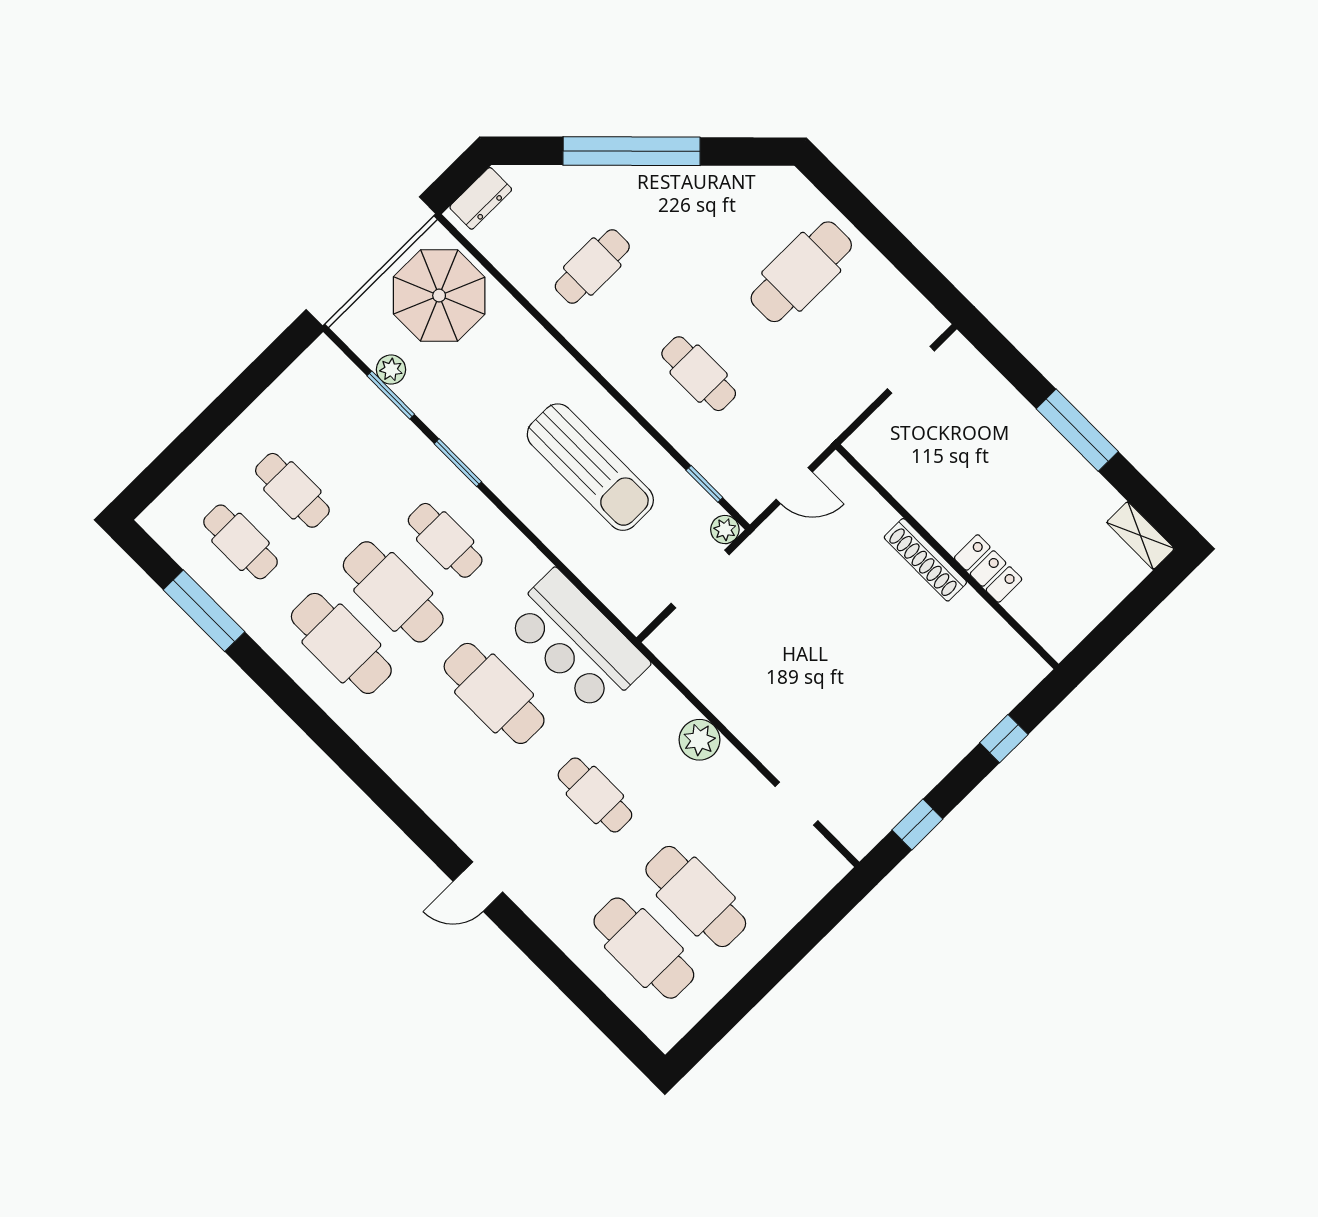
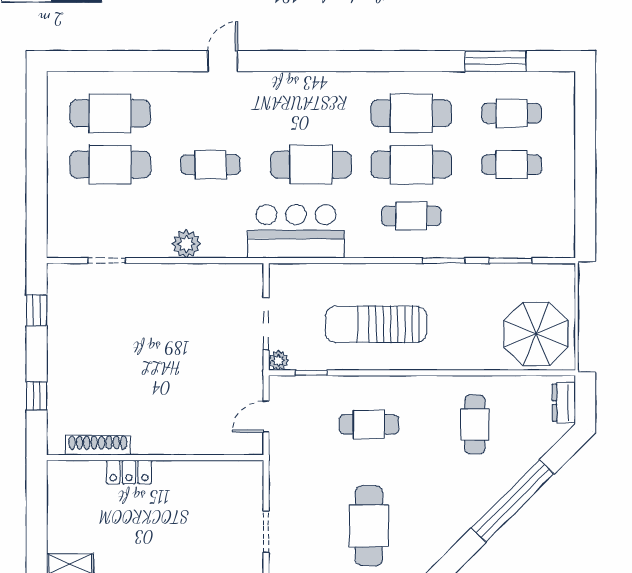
plant: (391, 370) -> (523, 273), removed
shoe rack: (925, 560) -> (98, 445), moved

